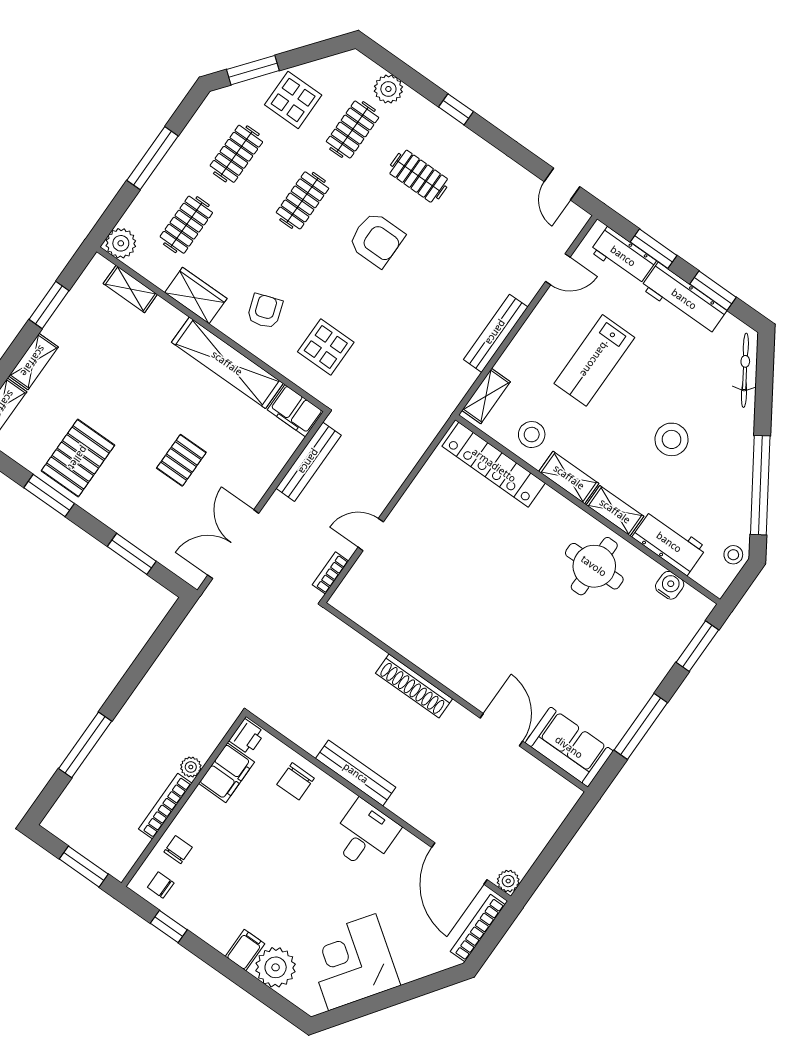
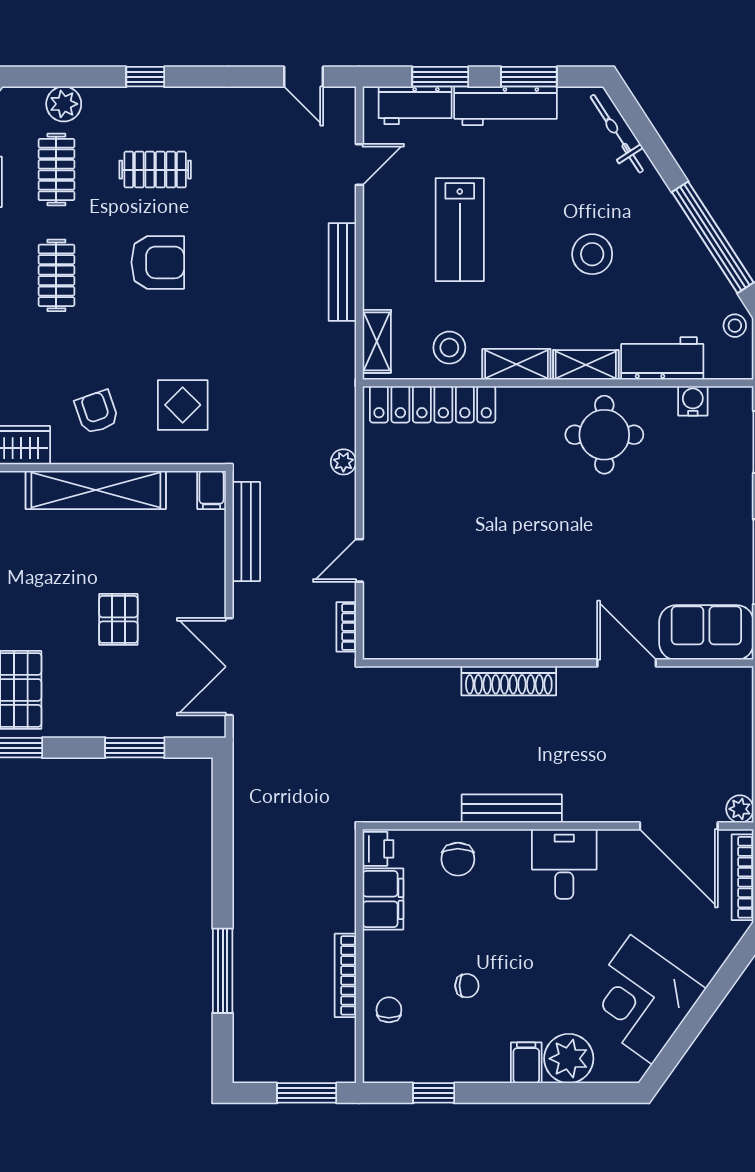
filing cabinet: (295, 411) -> (211, 490), width x0.50
plant: (191, 767) -> (343, 462), moved
chair: (161, 885) -> (467, 986), moved, turned 180

